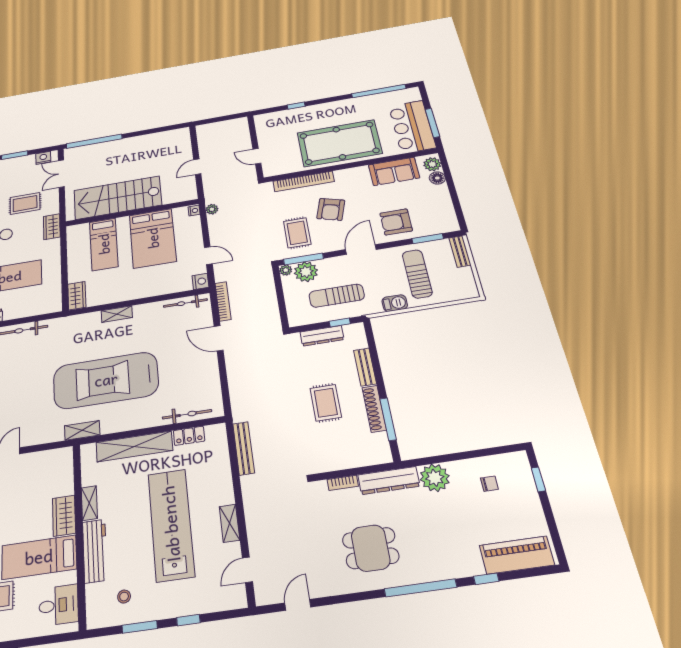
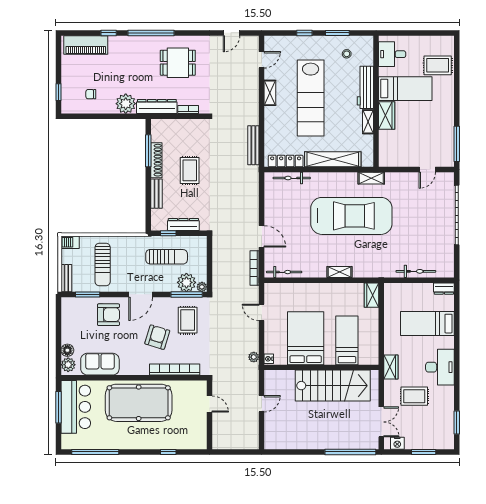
nightstand: (200, 281) -> (270, 289), removed
barbecue: (395, 303) -> (70, 242), moved
locker: (189, 436) -> (286, 161), width x1.53

